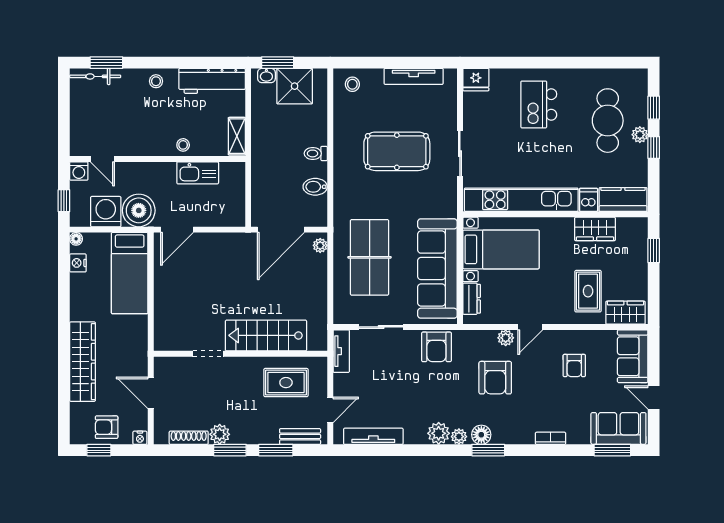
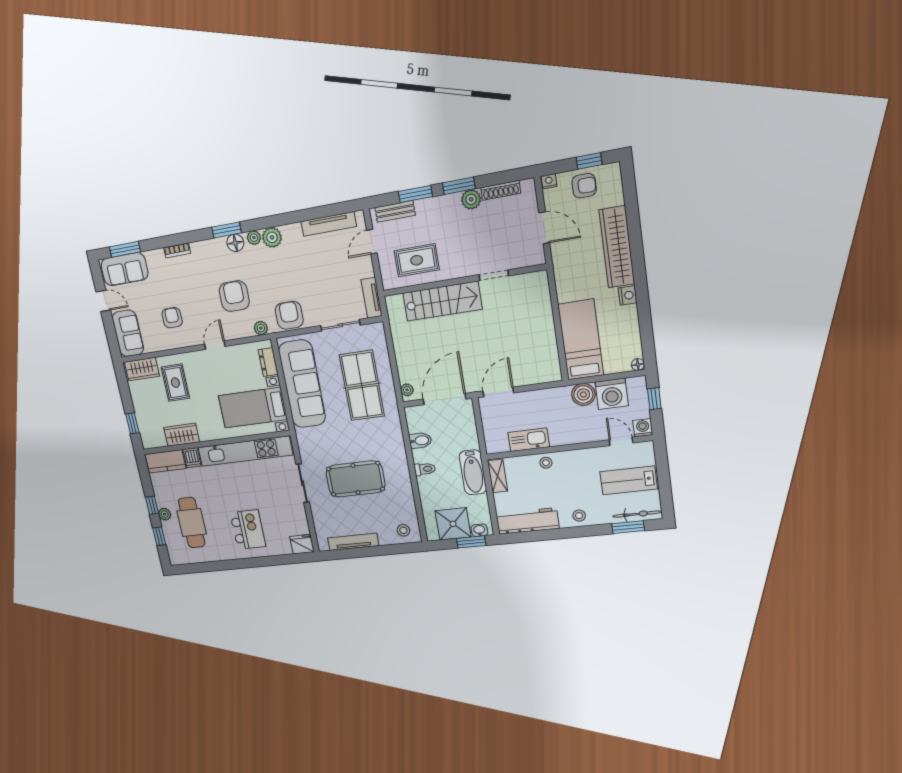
lab bench: (100, 115) -> (629, 480), added
bathtub: (263, 143) -> (473, 472), added
boiler: (139, 210) -> (583, 394), width x0.73, depth x0.73
door: (177, 230) -> (498, 392), moved
nightstand: (78, 263) -> (628, 295), moved
plant: (506, 338) -> (261, 328), moved

